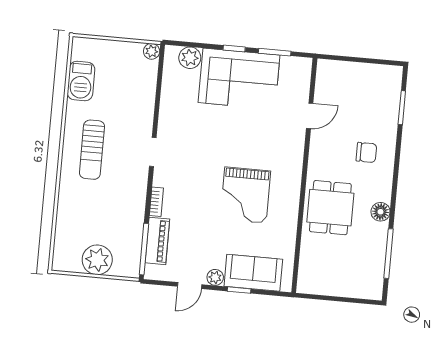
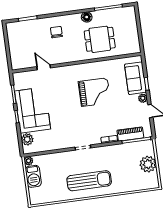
barbecue: (81, 81) -> (33, 176), moved, turned 90
sun lounger: (92, 150) -> (89, 181), width x1.36, depth x1.34
dining table: (330, 208) -> (100, 39), moved

